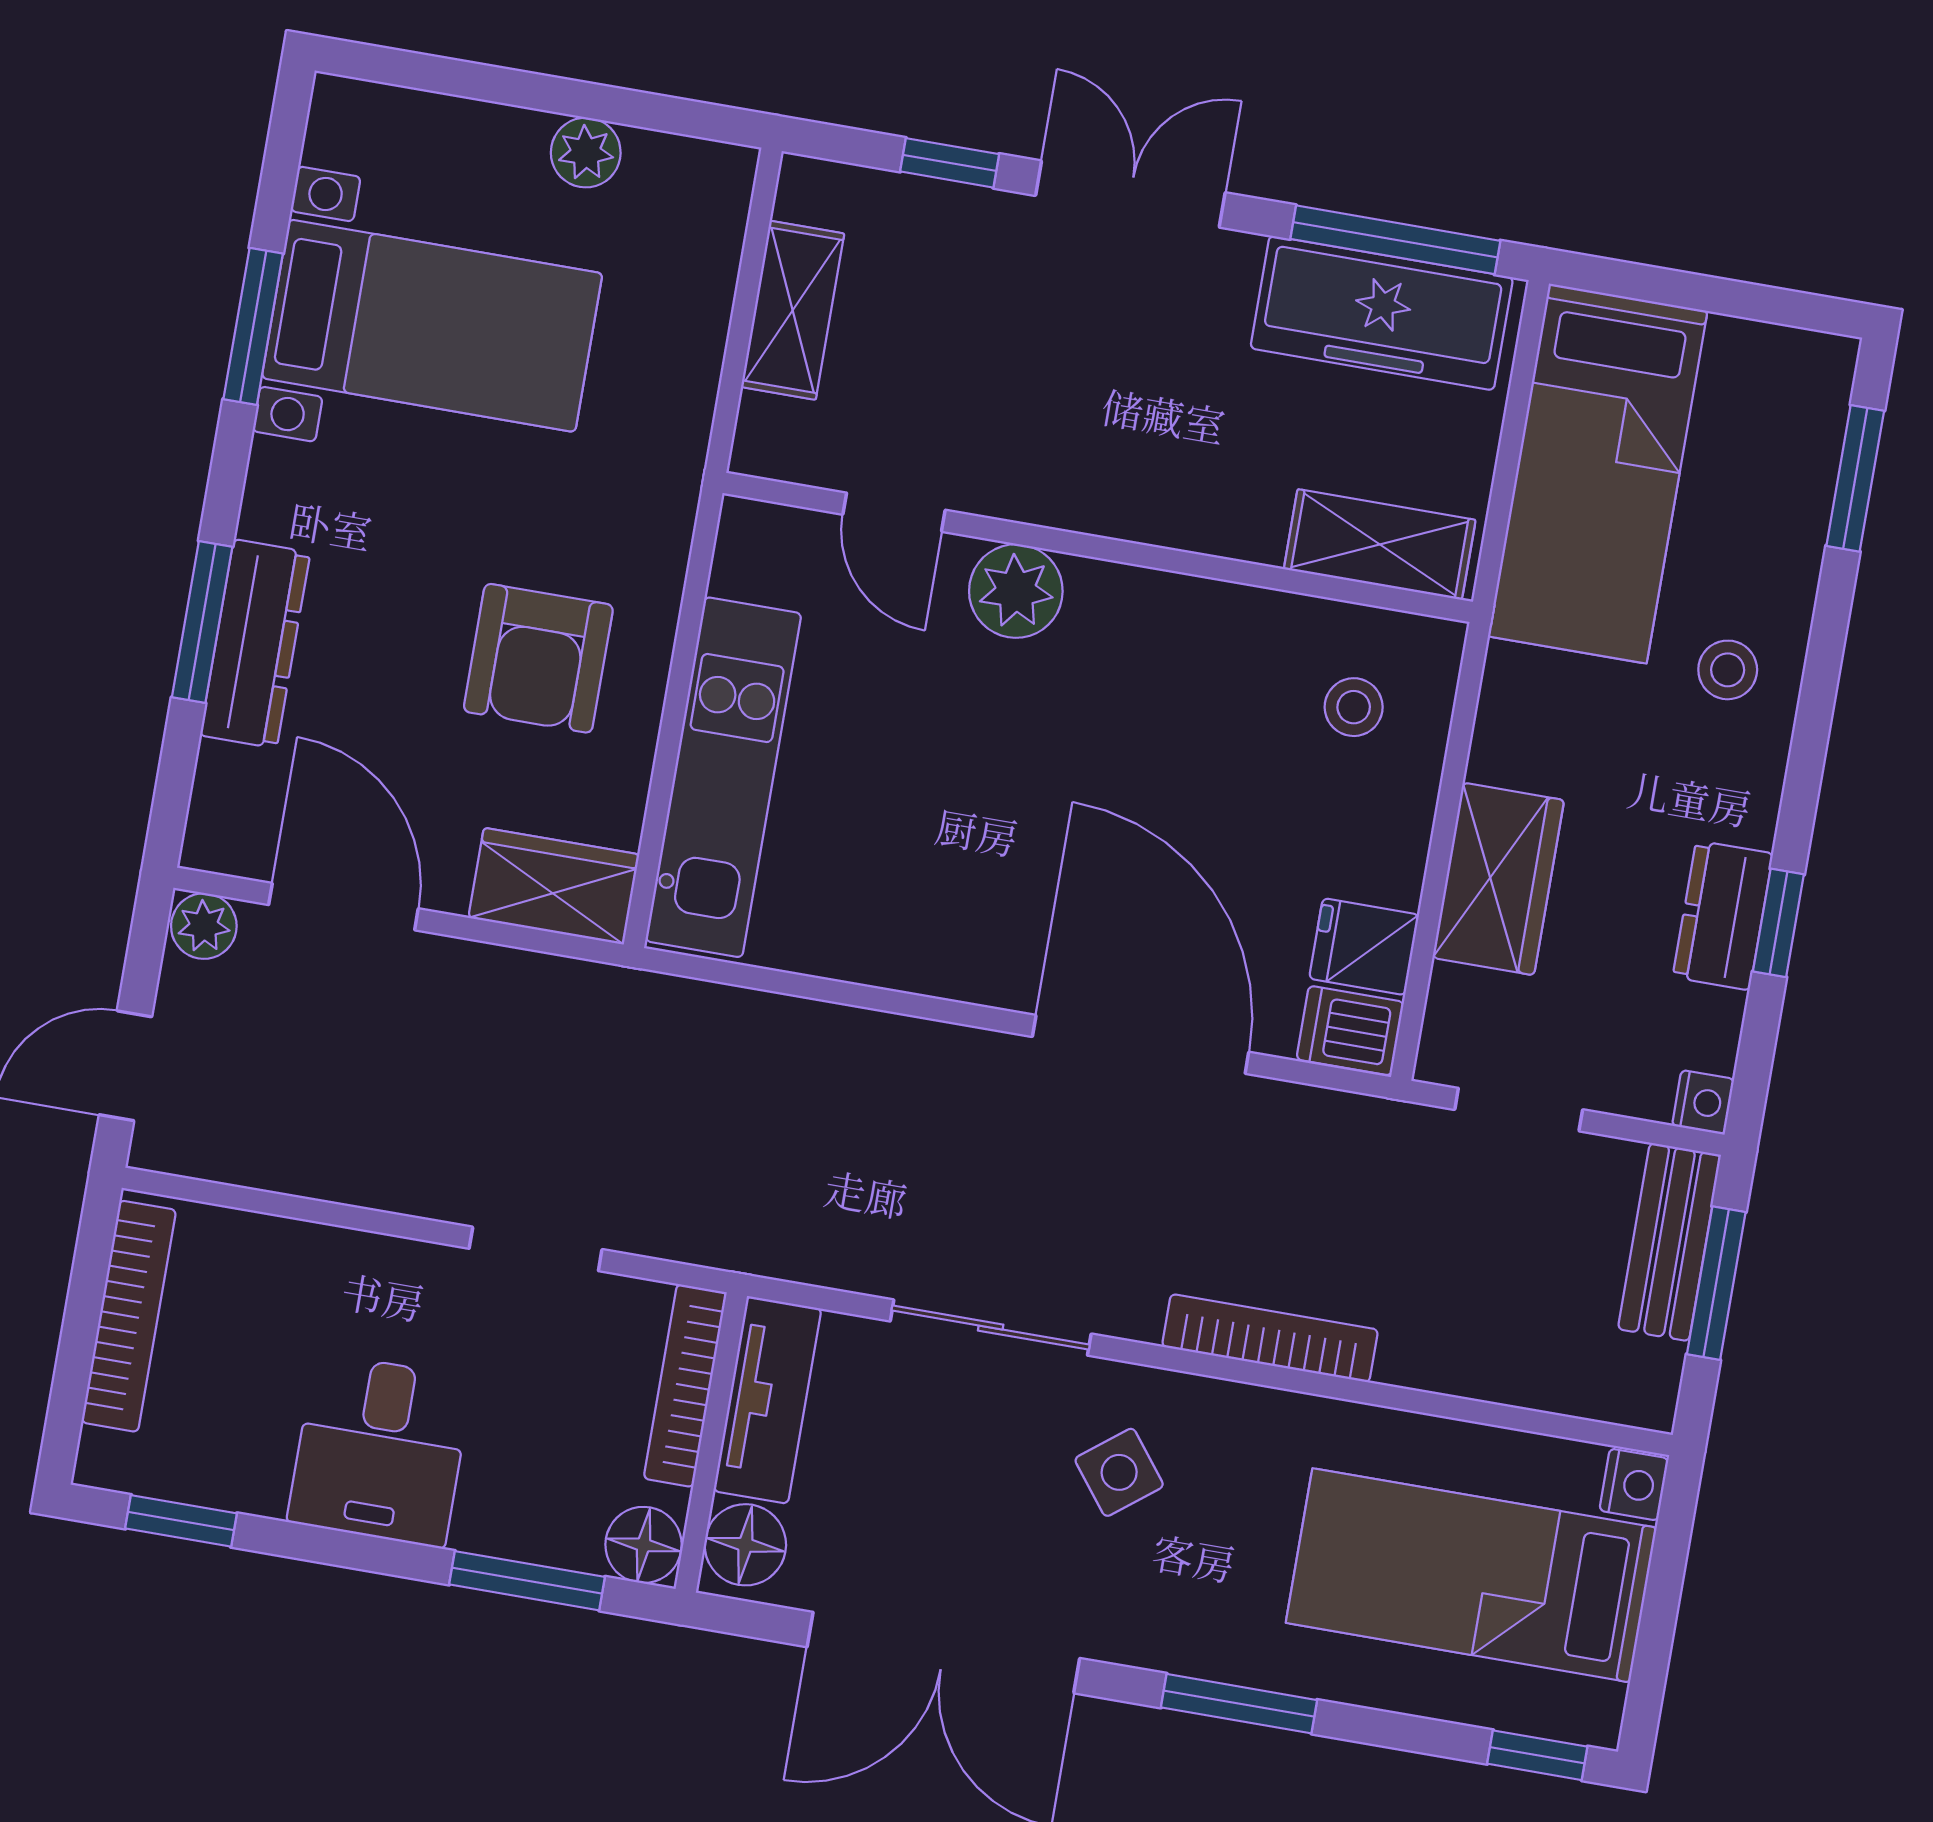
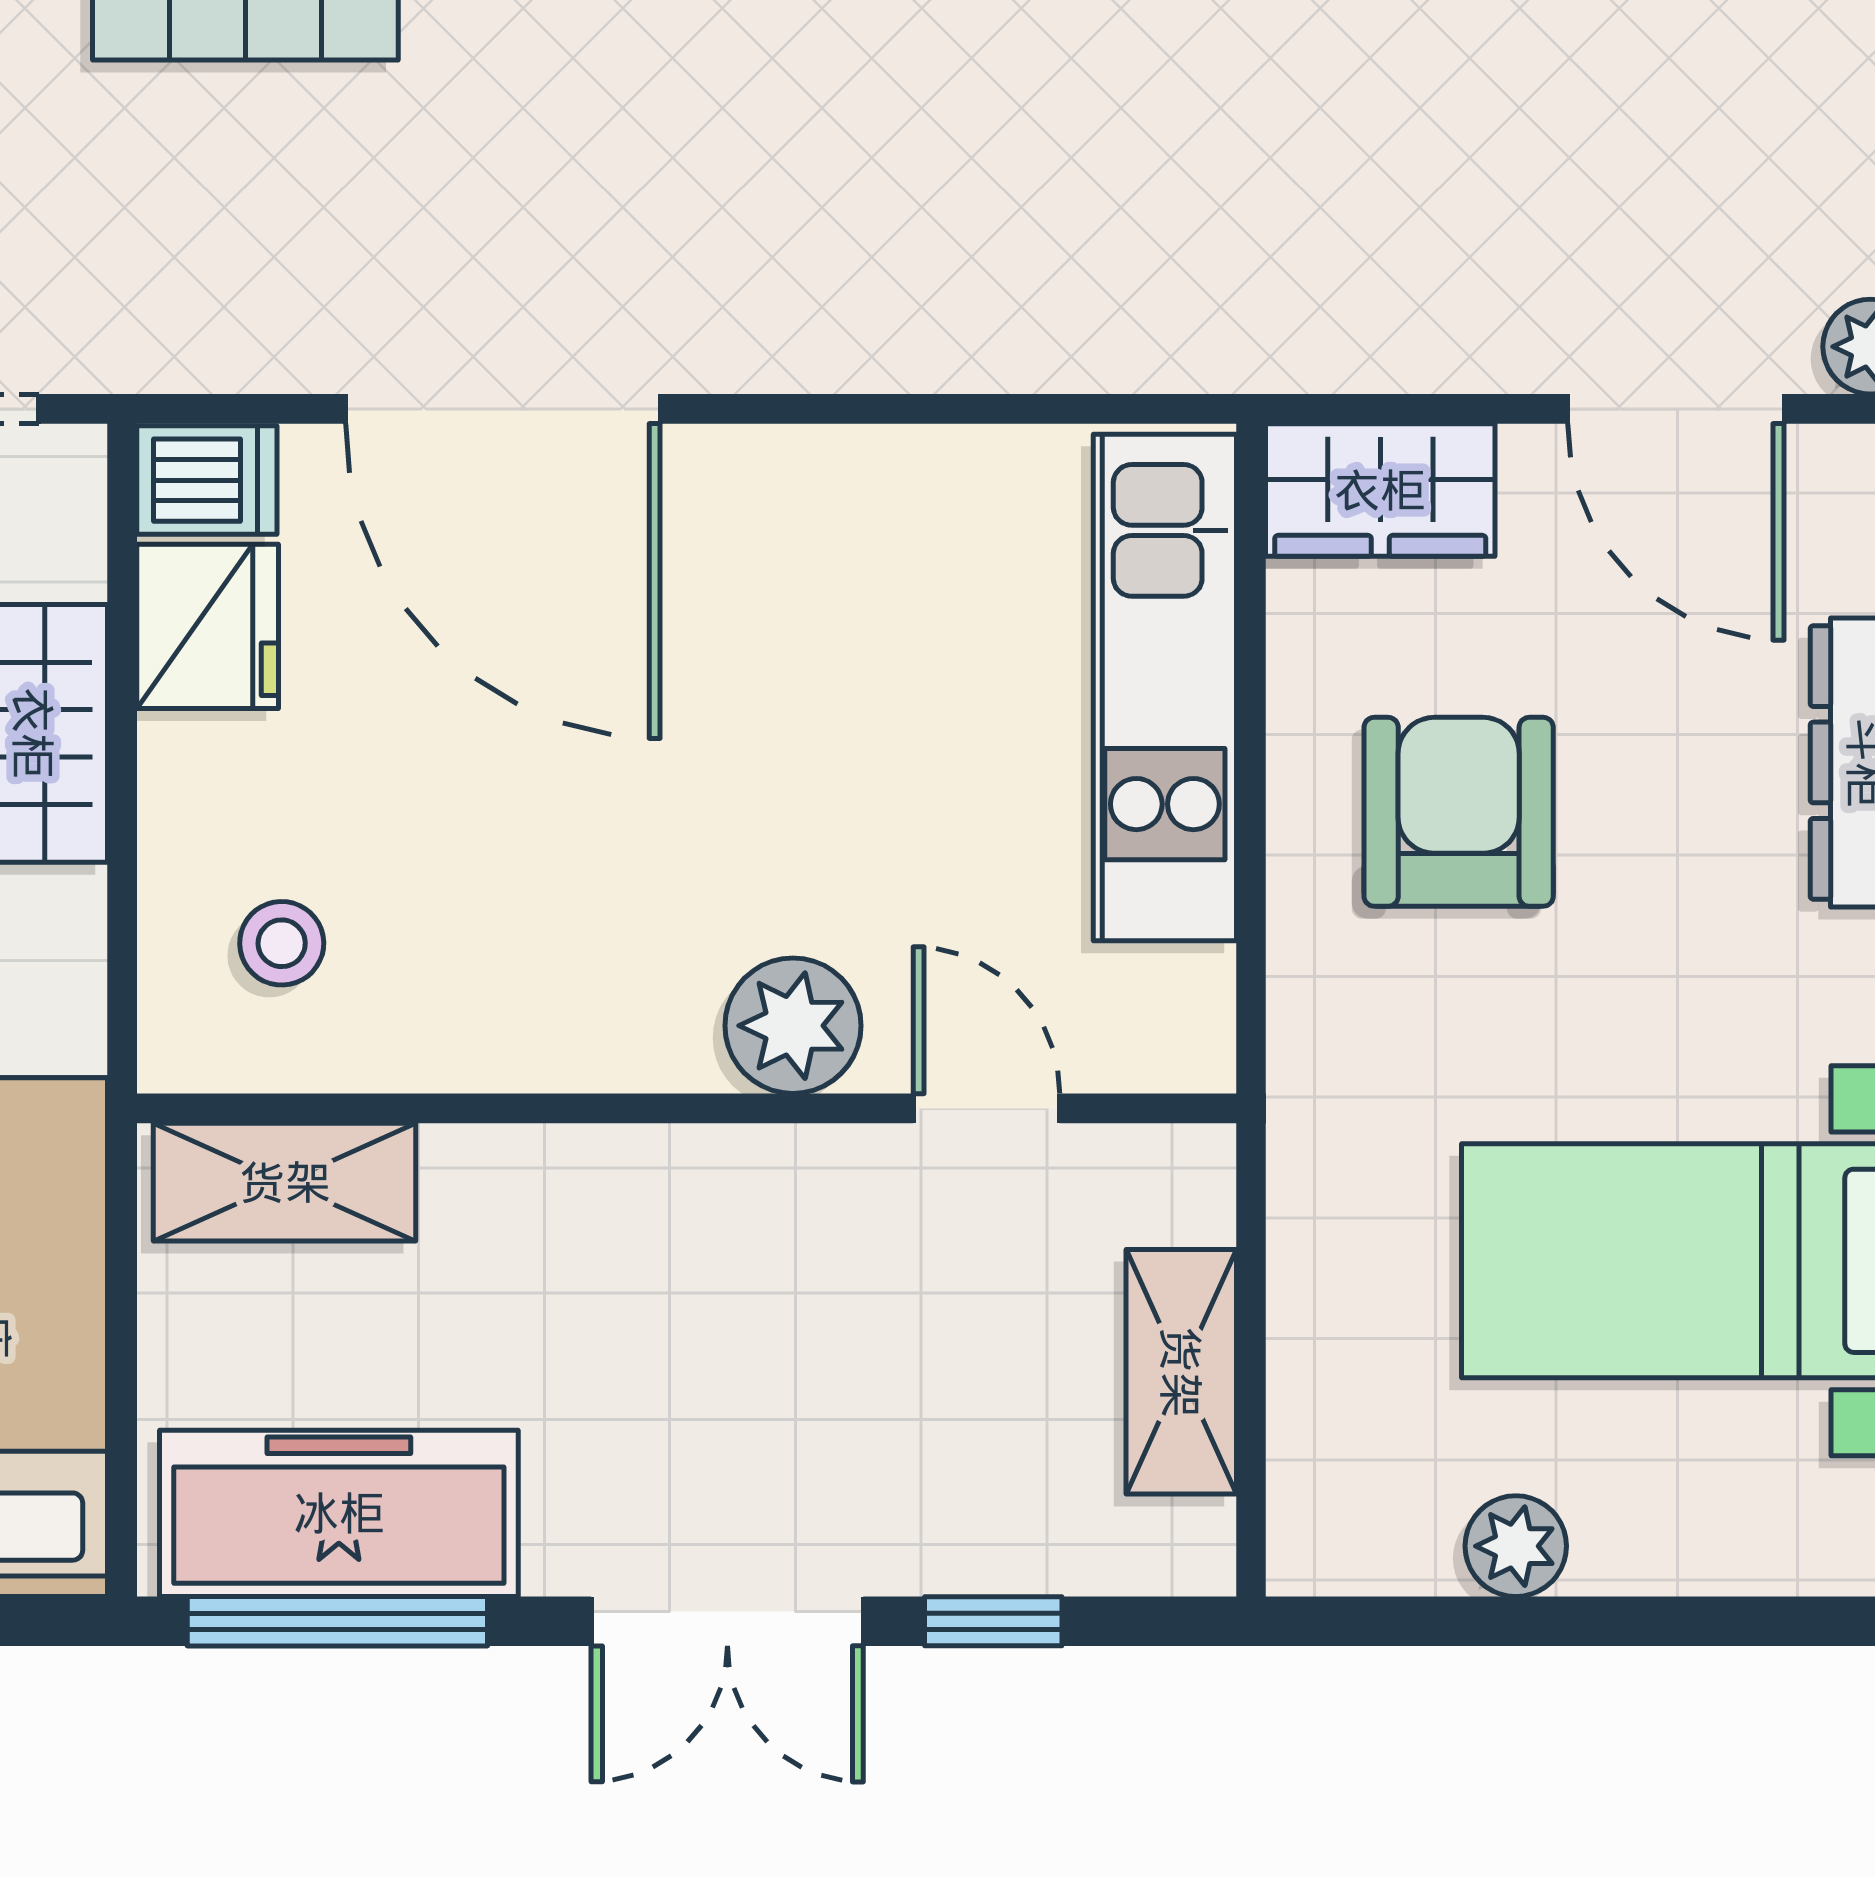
fridge: (1364, 947) -> (208, 626), width x1.38

